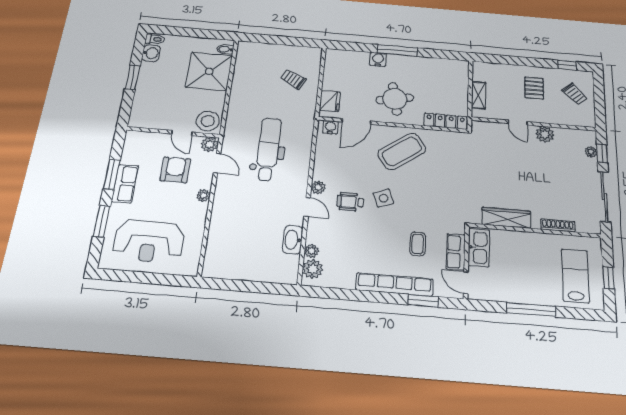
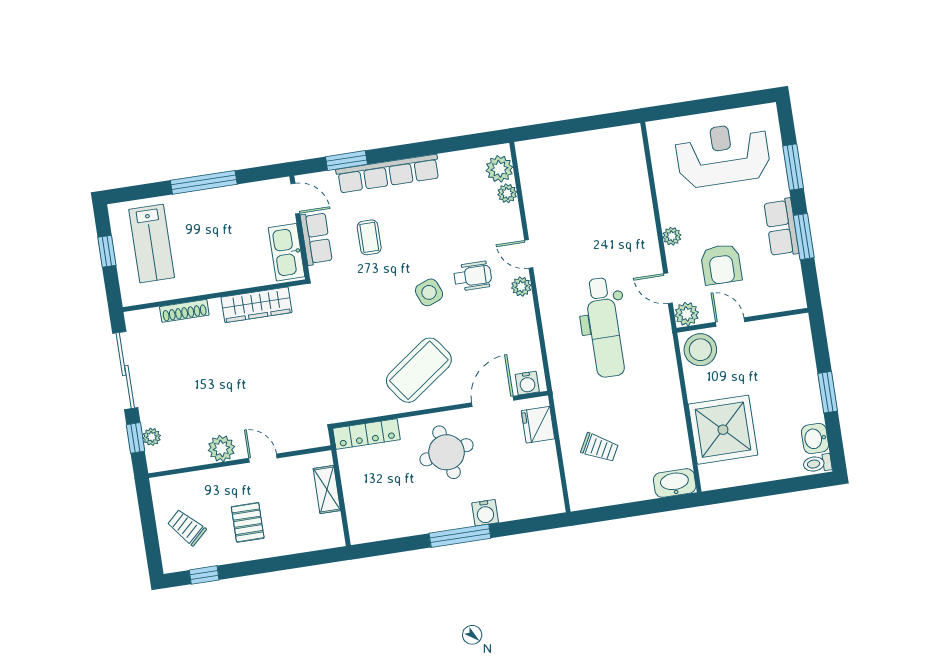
bidet: (225, 49) -> (711, 473), removed
washbasin: (293, 240) -> (675, 483), moved, turned -90

